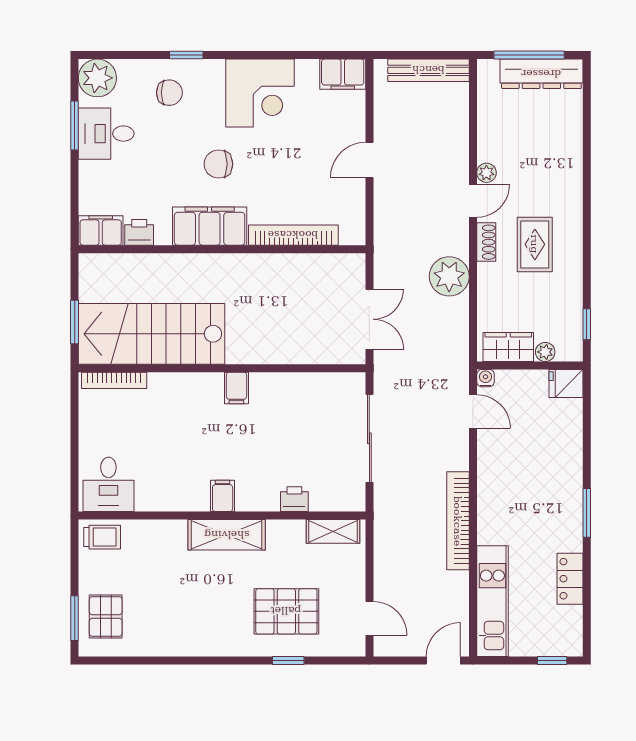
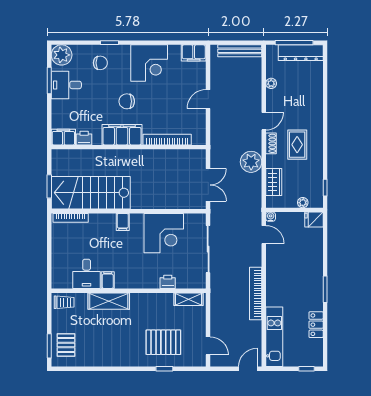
plant: (486, 173) -> (271, 83), moved
wardrobe: (508, 347) -> (274, 182), moved, turned 90
filing cabinet: (236, 388) -> (123, 222), moved
corner desk: (287, 409) -> (164, 233), added
desk: (108, 484) -> (87, 274), moved
filing cabinet: (223, 496) -> (108, 280), moved
shelving: (227, 535) -> (109, 301), moved

